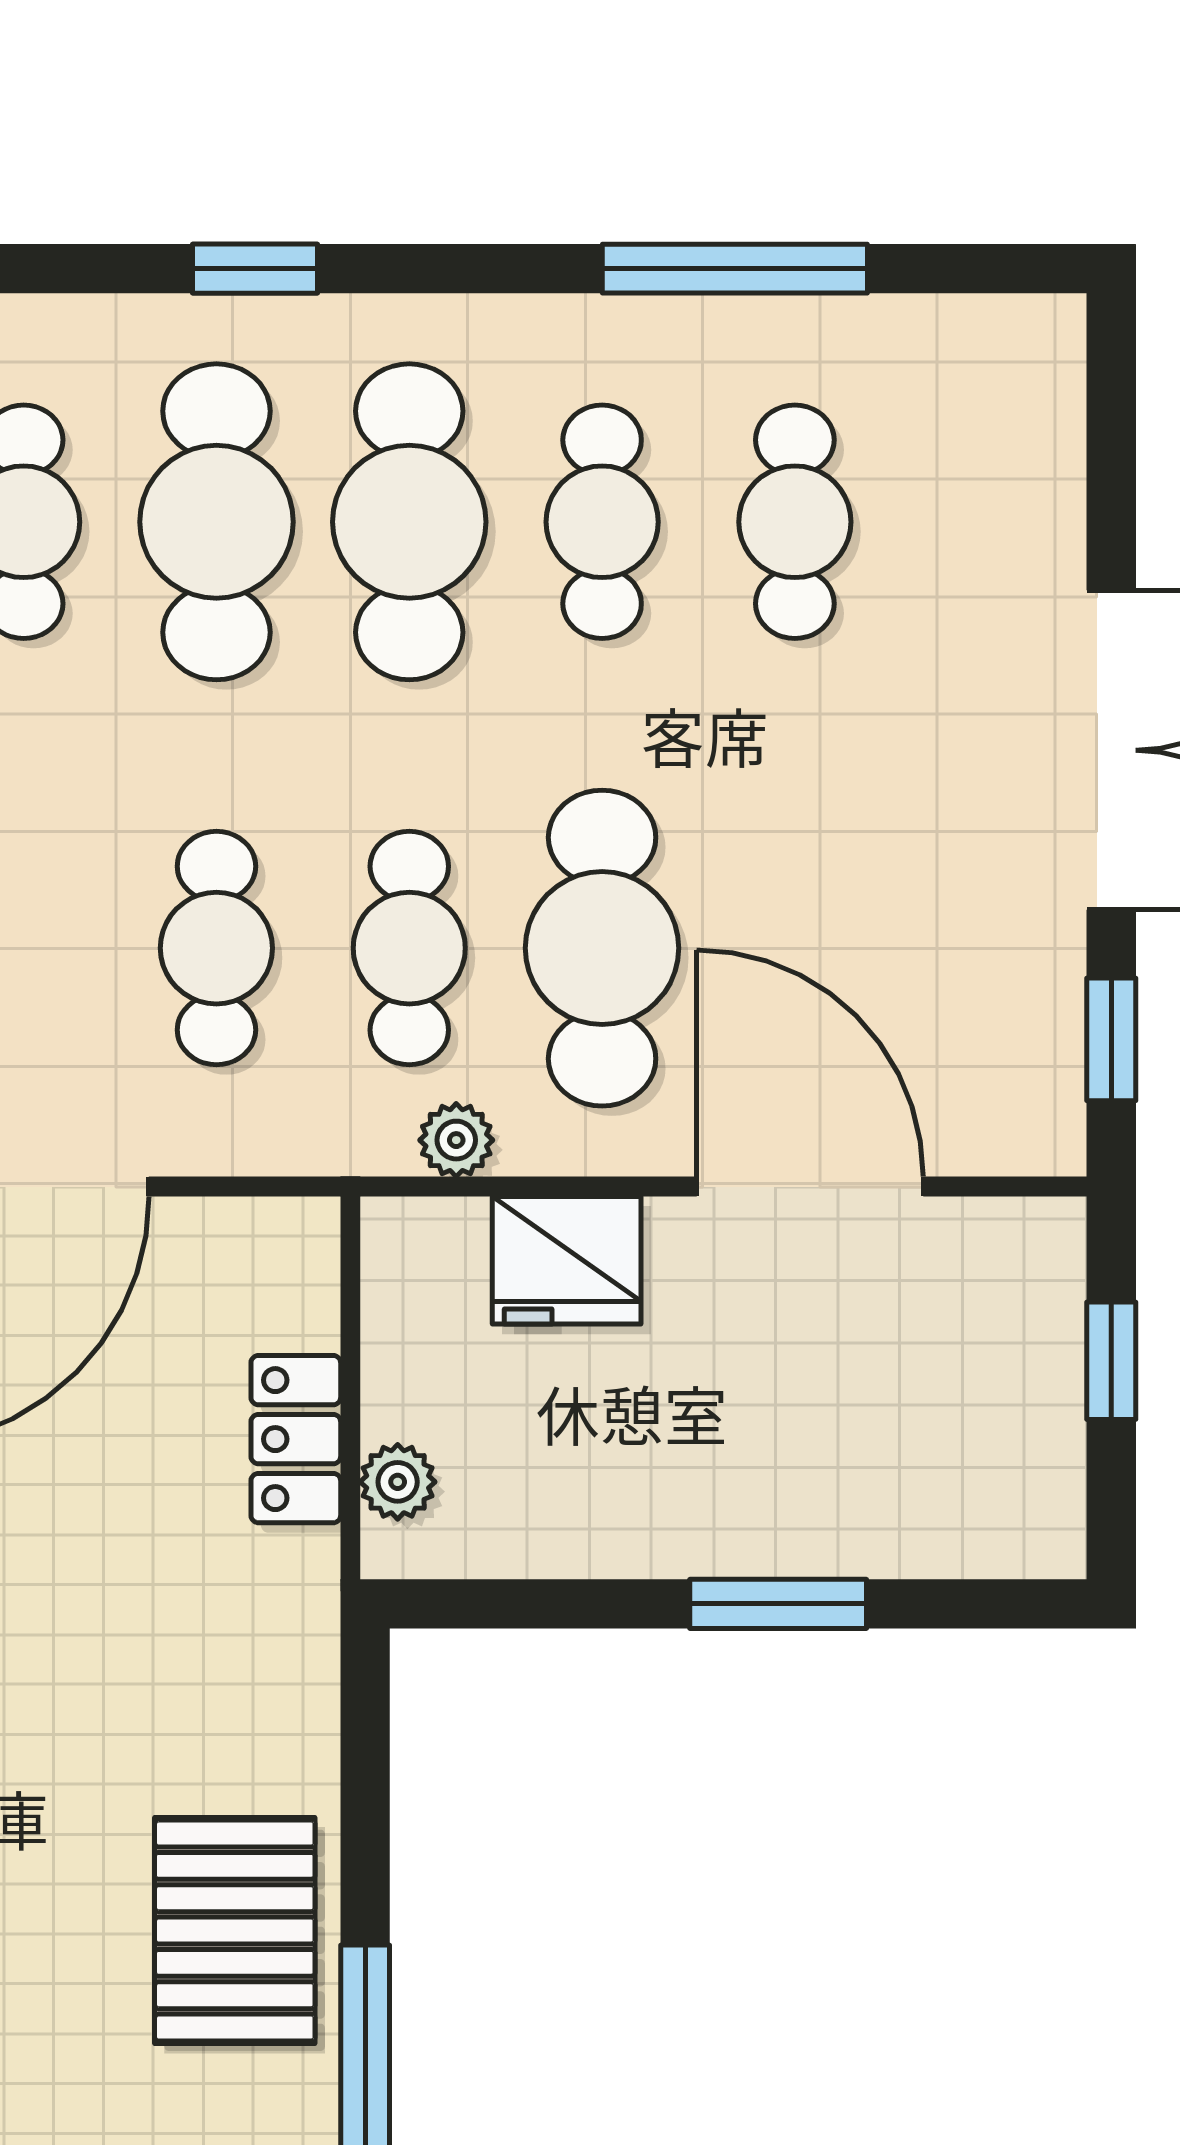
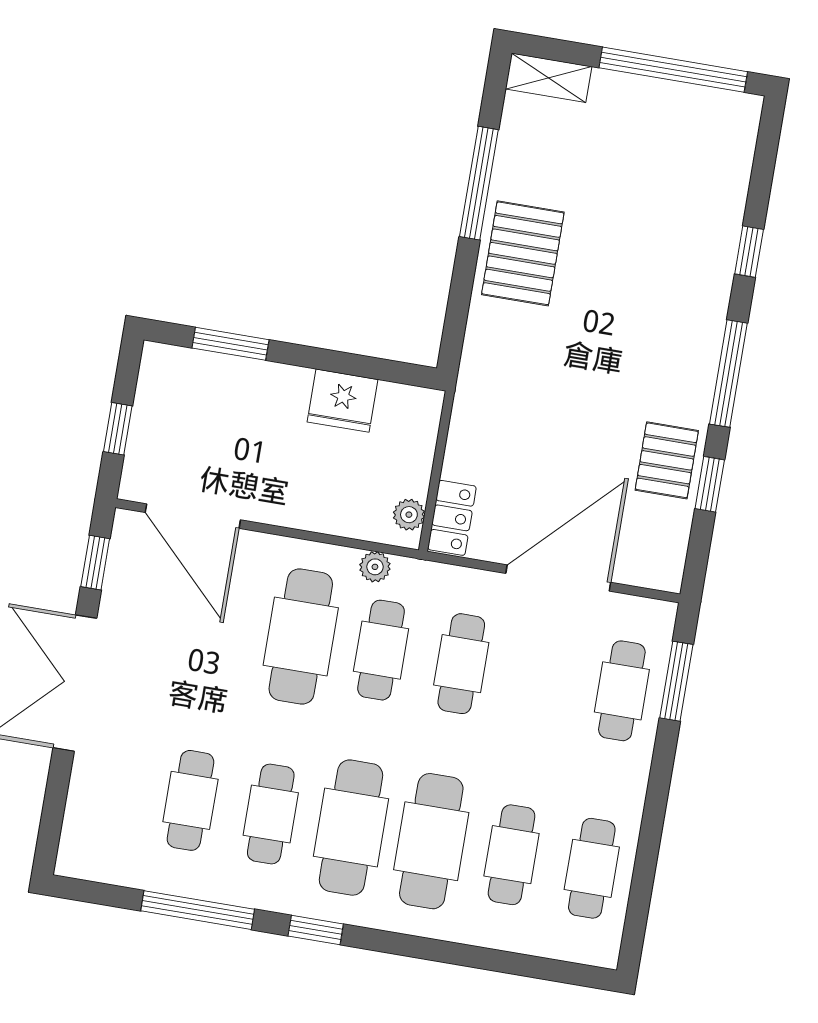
window: (255, 269) -> (316, 930), moved
door: (810, 1187) -> (193, 516), moved
fridge: (567, 1260) -> (343, 401), moved, turned 180
locker: (296, 1439) -> (452, 518), moved
plant: (398, 1482) -> (409, 515), moved
window: (778, 1604) -> (230, 344), moved

